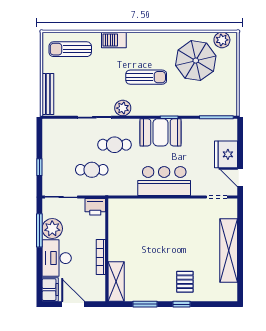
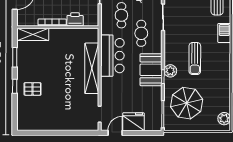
parasol: (196, 61) -> (187, 103), moved
plant: (123, 108) -> (170, 71), moved
bar counter: (164, 181) -> (112, 56), moved
printer: (95, 207) -> (75, 19), moved, turned 90
shelving: (229, 250) -> (92, 68), moved, turned 90

